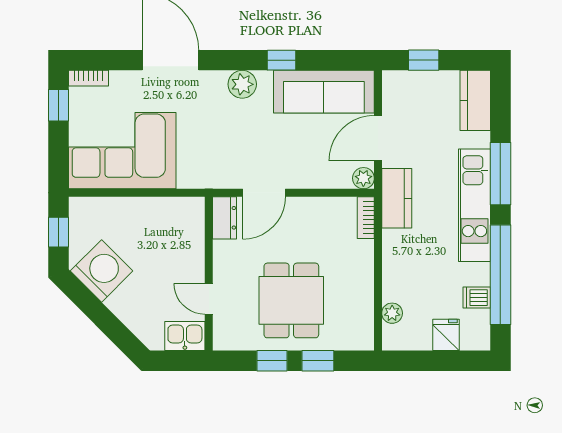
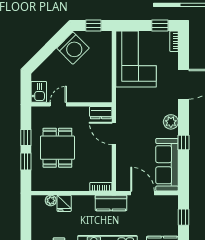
plant: (363, 178) -> (122, 185), removed
dining table: (291, 300) -> (57, 148), turned 90
fridge: (446, 335) -> (64, 203), moved, turned 90

